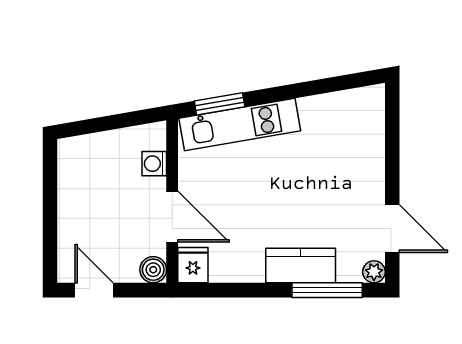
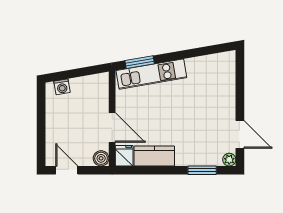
washing machine: (154, 164) -> (62, 87), moved, turned -100
kitchen counter: (301, 266) -> (154, 156), moved
window: (327, 290) -> (202, 170), width x0.69

